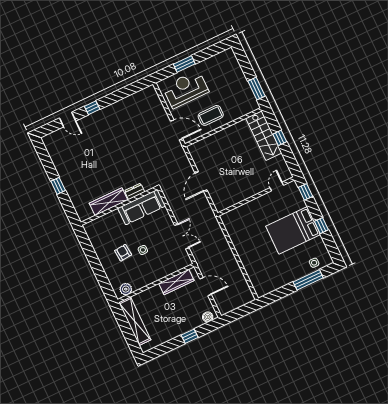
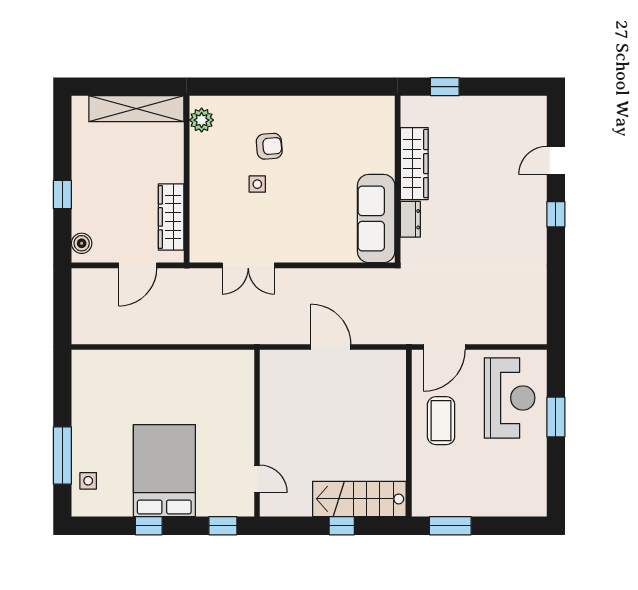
dresser: (135, 191) -> (410, 219), moved
wardrobe: (108, 202) -> (414, 164), moved
wall: (119, 206) -> (398, 179), moved
sofa: (142, 207) -> (376, 219), moved

